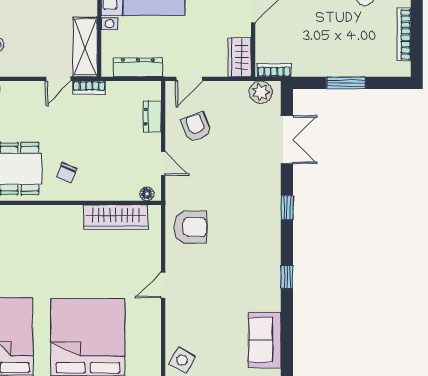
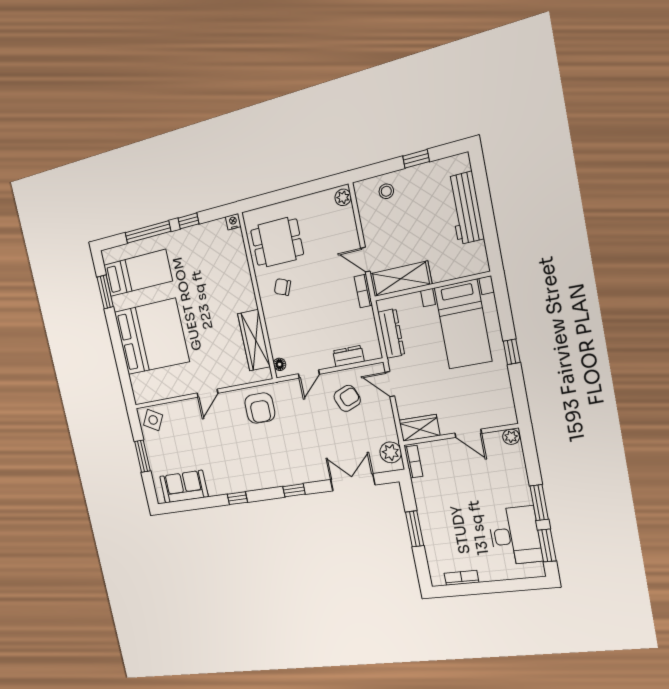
bookcase: (404, 34) -> (461, 578), width x0.64
double door: (287, 140) -> (353, 482), swing flipped
door: (163, 285) -> (207, 393), swing flipped

